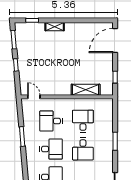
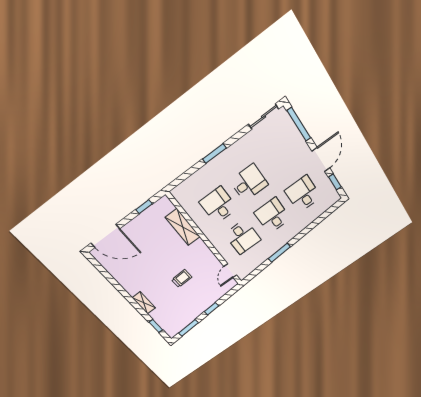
trolley: (53, 63) -> (182, 278), added
desk: (83, 121) -> (218, 205), turned 90

